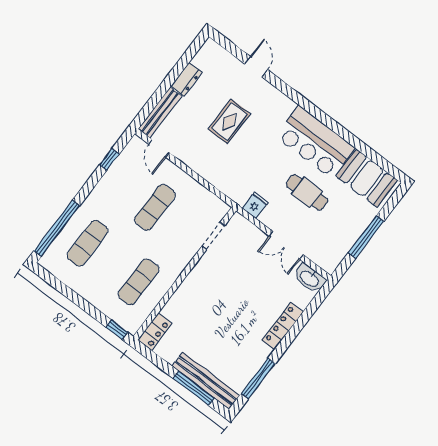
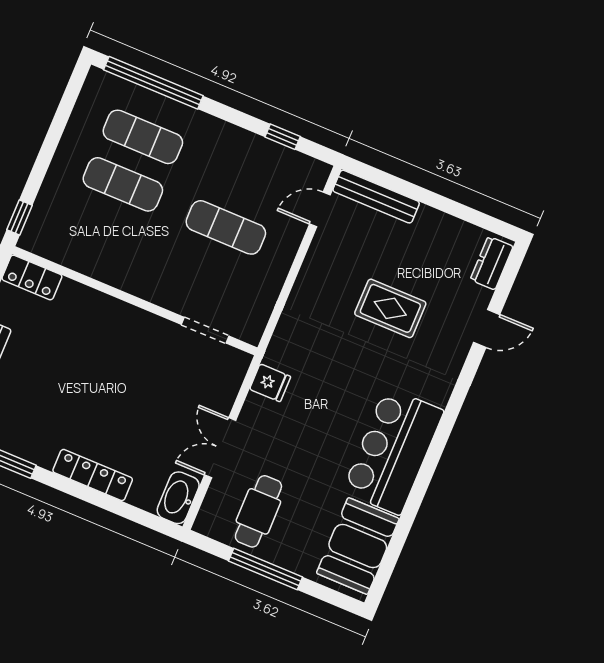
dresser: (187, 79) -> (492, 263), moved, turned 90
cafe table: (307, 192) -> (258, 511), moved
exercise mat: (139, 282) -> (123, 184), moved

